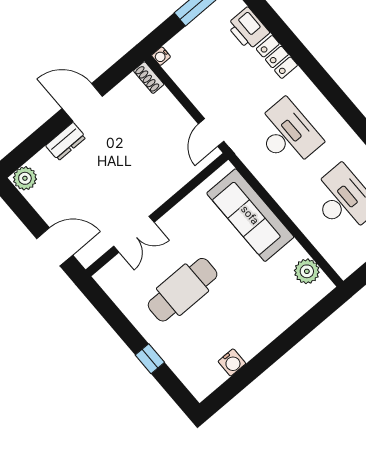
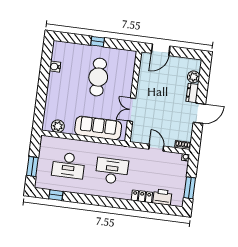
door: (211, 133) -> (156, 148), moved
desk: (287, 134) -> (112, 171), turned 180
plant: (25, 178) -> (194, 77), moved
double door: (134, 234) -> (132, 110), moved
window: (150, 359) -> (98, 42), moved

